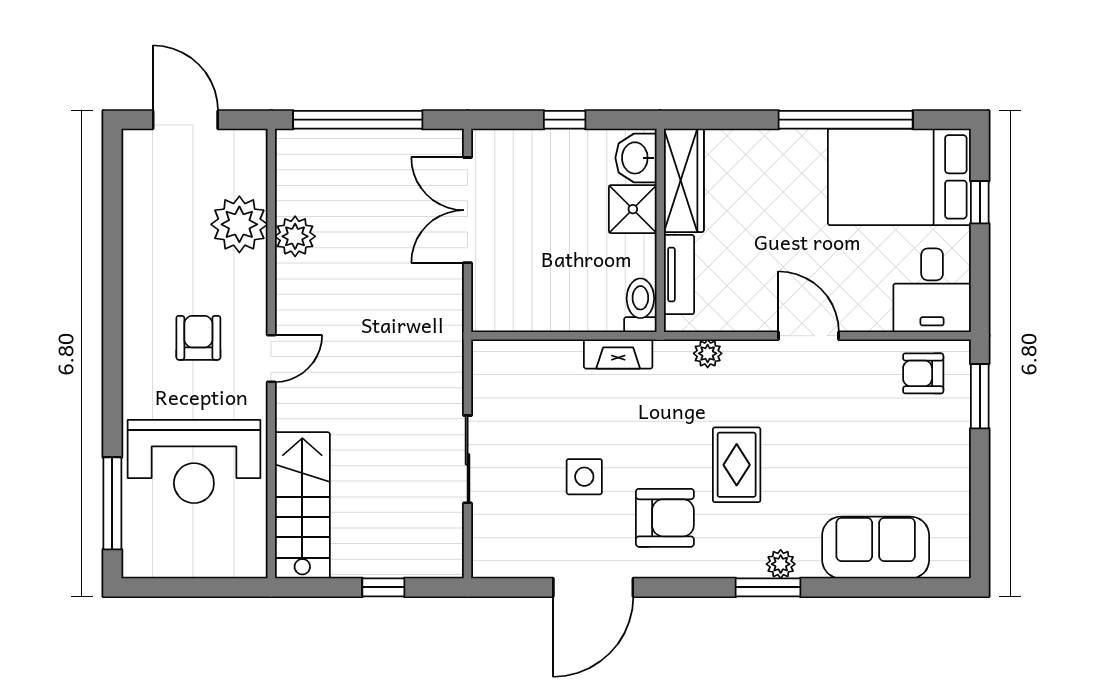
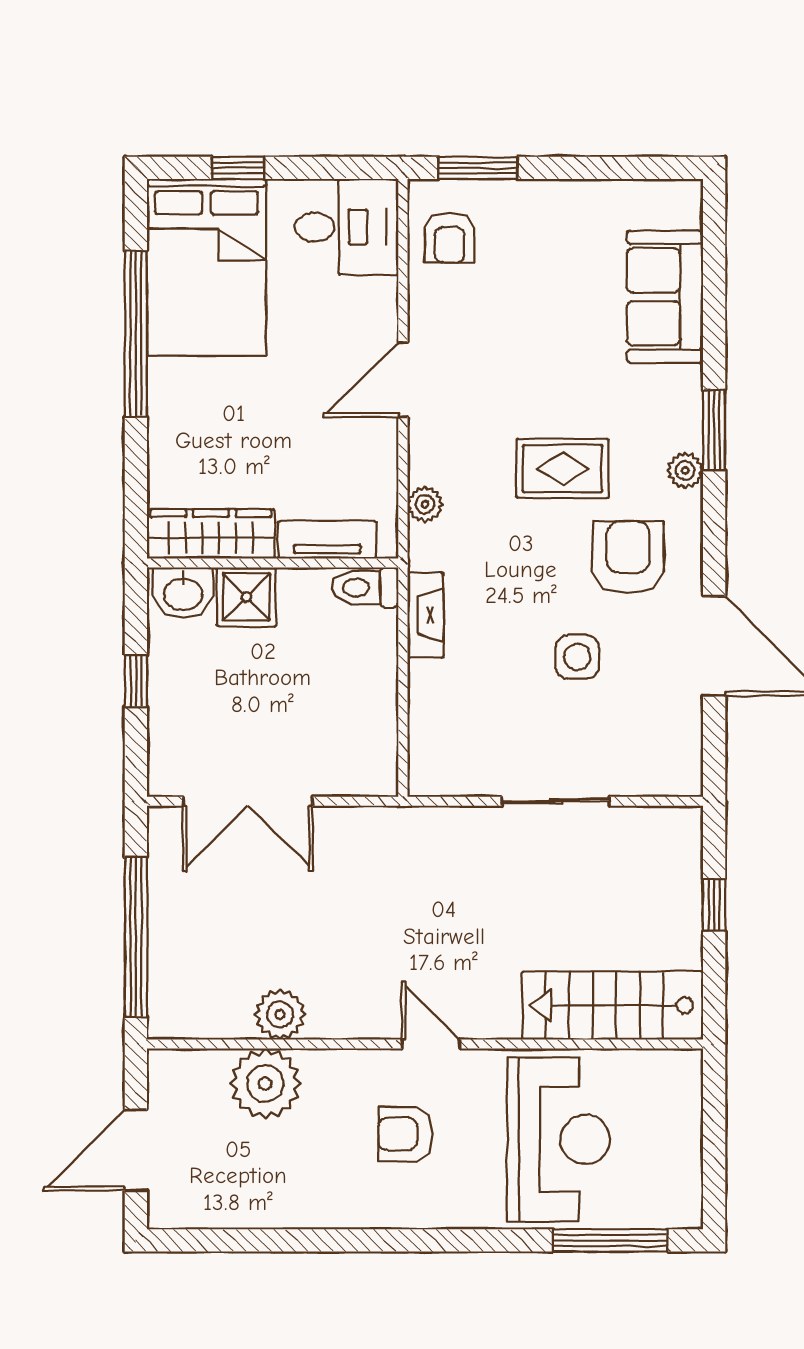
plant: (781, 564) -> (685, 470), moved

